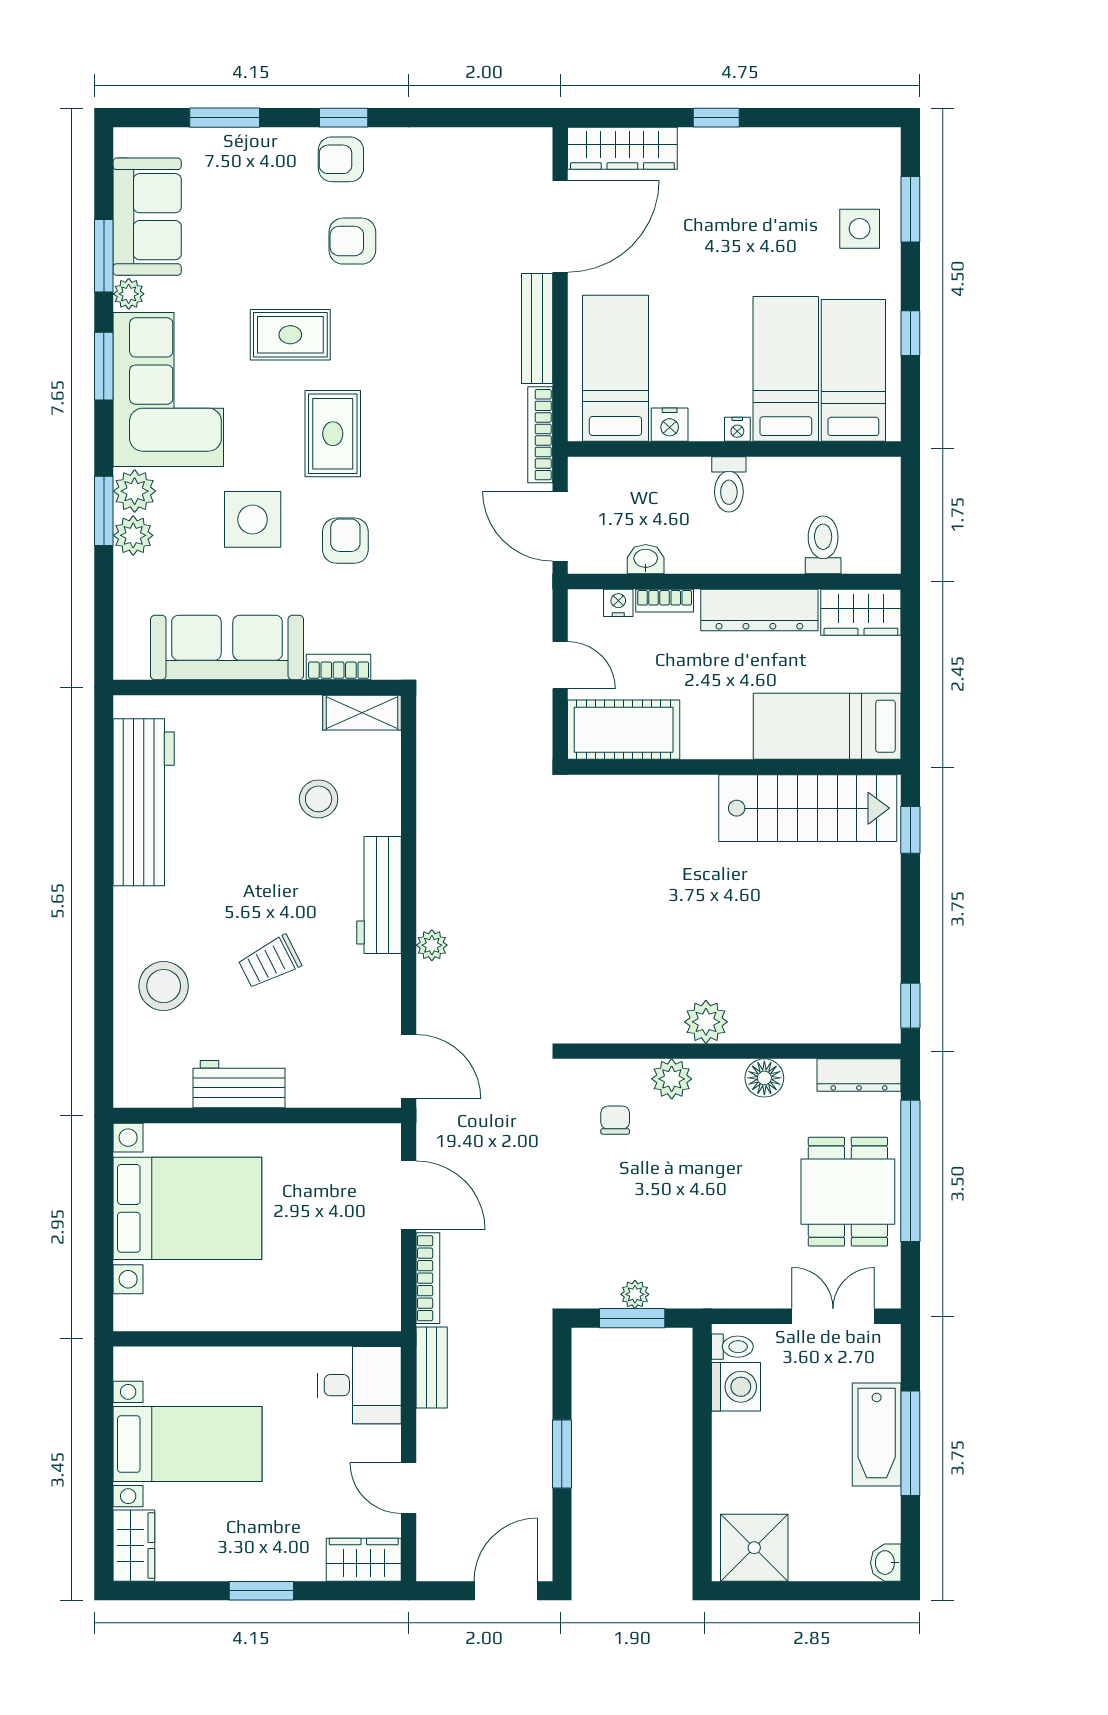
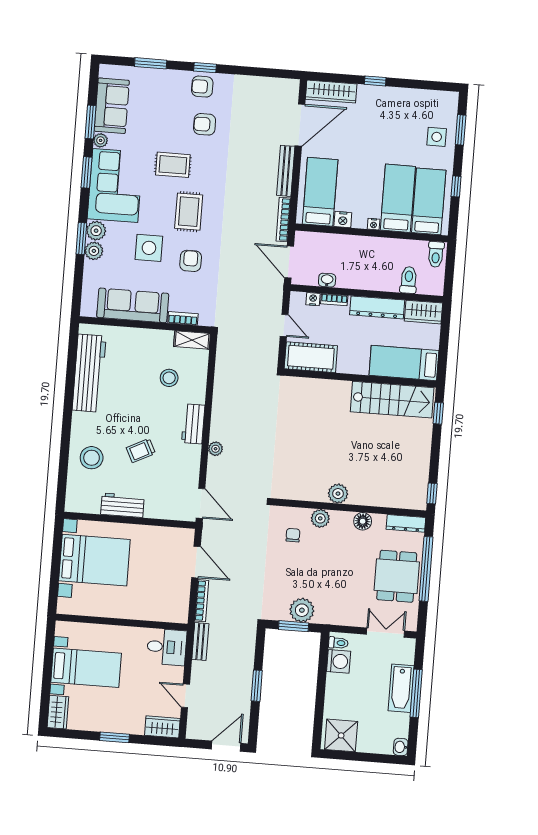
toilet: (729, 484) -> (436, 254), moved
workbench: (379, 895) -> (193, 424), width x0.73
plant: (635, 1294) -> (302, 610), width x1.88, depth x1.88

